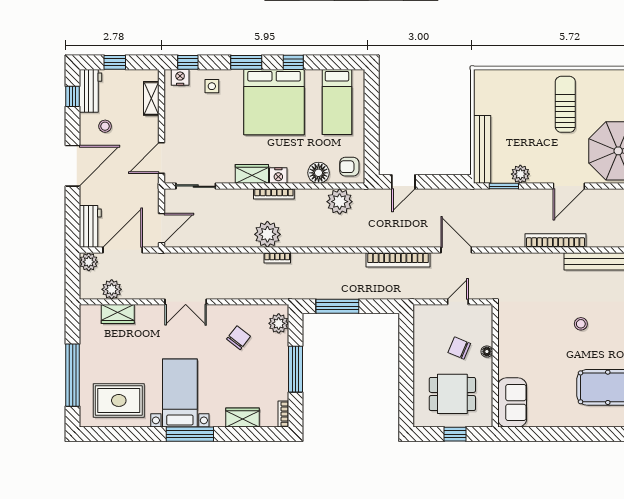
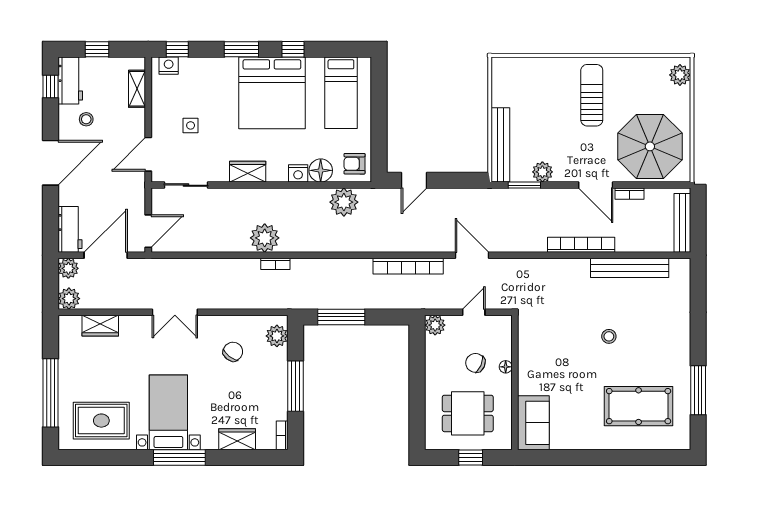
side table: (212, 86) -> (191, 125), moved
nightstand: (278, 175) -> (298, 173), moved
door: (569, 186) -> (596, 185), hinge flipped
bookcase: (274, 194) -> (630, 194), moved, width x0.64
plant: (112, 289) -> (69, 299), moved
plant: (423, 314) -> (435, 325), added

